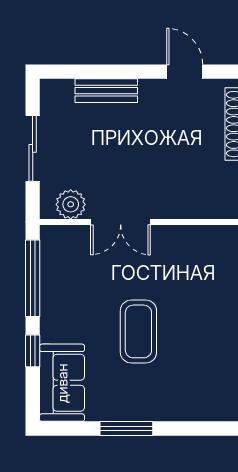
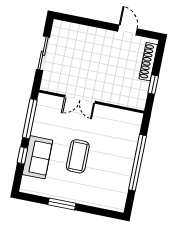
bench: (106, 91) -> (86, 32), removed
plant: (71, 204) -> (57, 85), removed
sofa: (62, 383) -> (37, 157), moved

